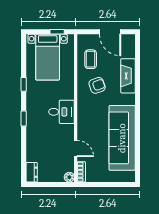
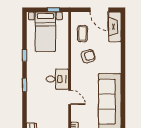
fireplace: (128, 76) -> (115, 27), moved
door: (76, 149) -> (70, 97), moved

